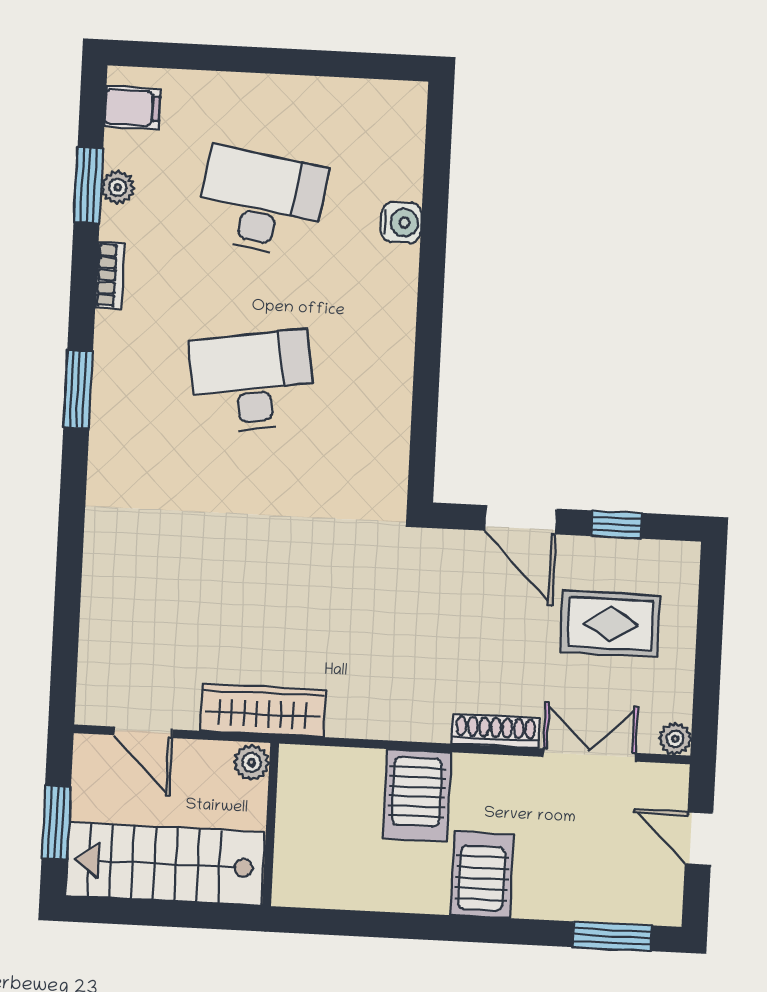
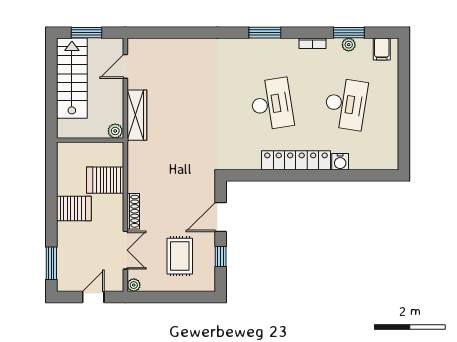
locker: (392, 330) -> (296, 160), added
plant: (252, 763) -> (115, 131), moved
wall: (271, 825) -> (90, 140), moved

